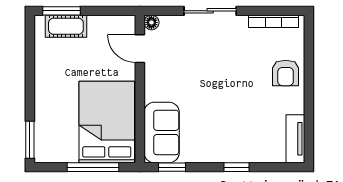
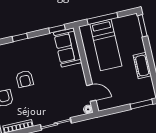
cot: (66, 26) -> (142, 66), moved, turned 90
armchair: (245, 97) -> (25, 79), added
bed: (107, 122) -> (106, 45), width x0.67

